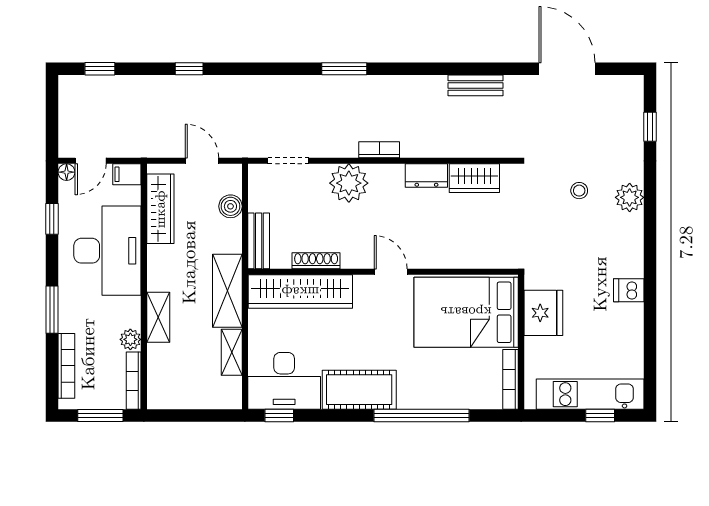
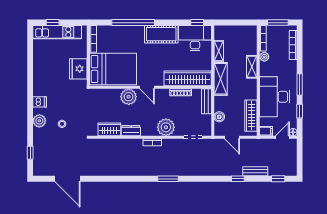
bench: (475, 85) -> (255, 171), moved
plant: (432, 251) -> (129, 97), added
dishwasher: (629, 290) -> (40, 102), moved
window: (52, 310) -> (300, 84), moved

